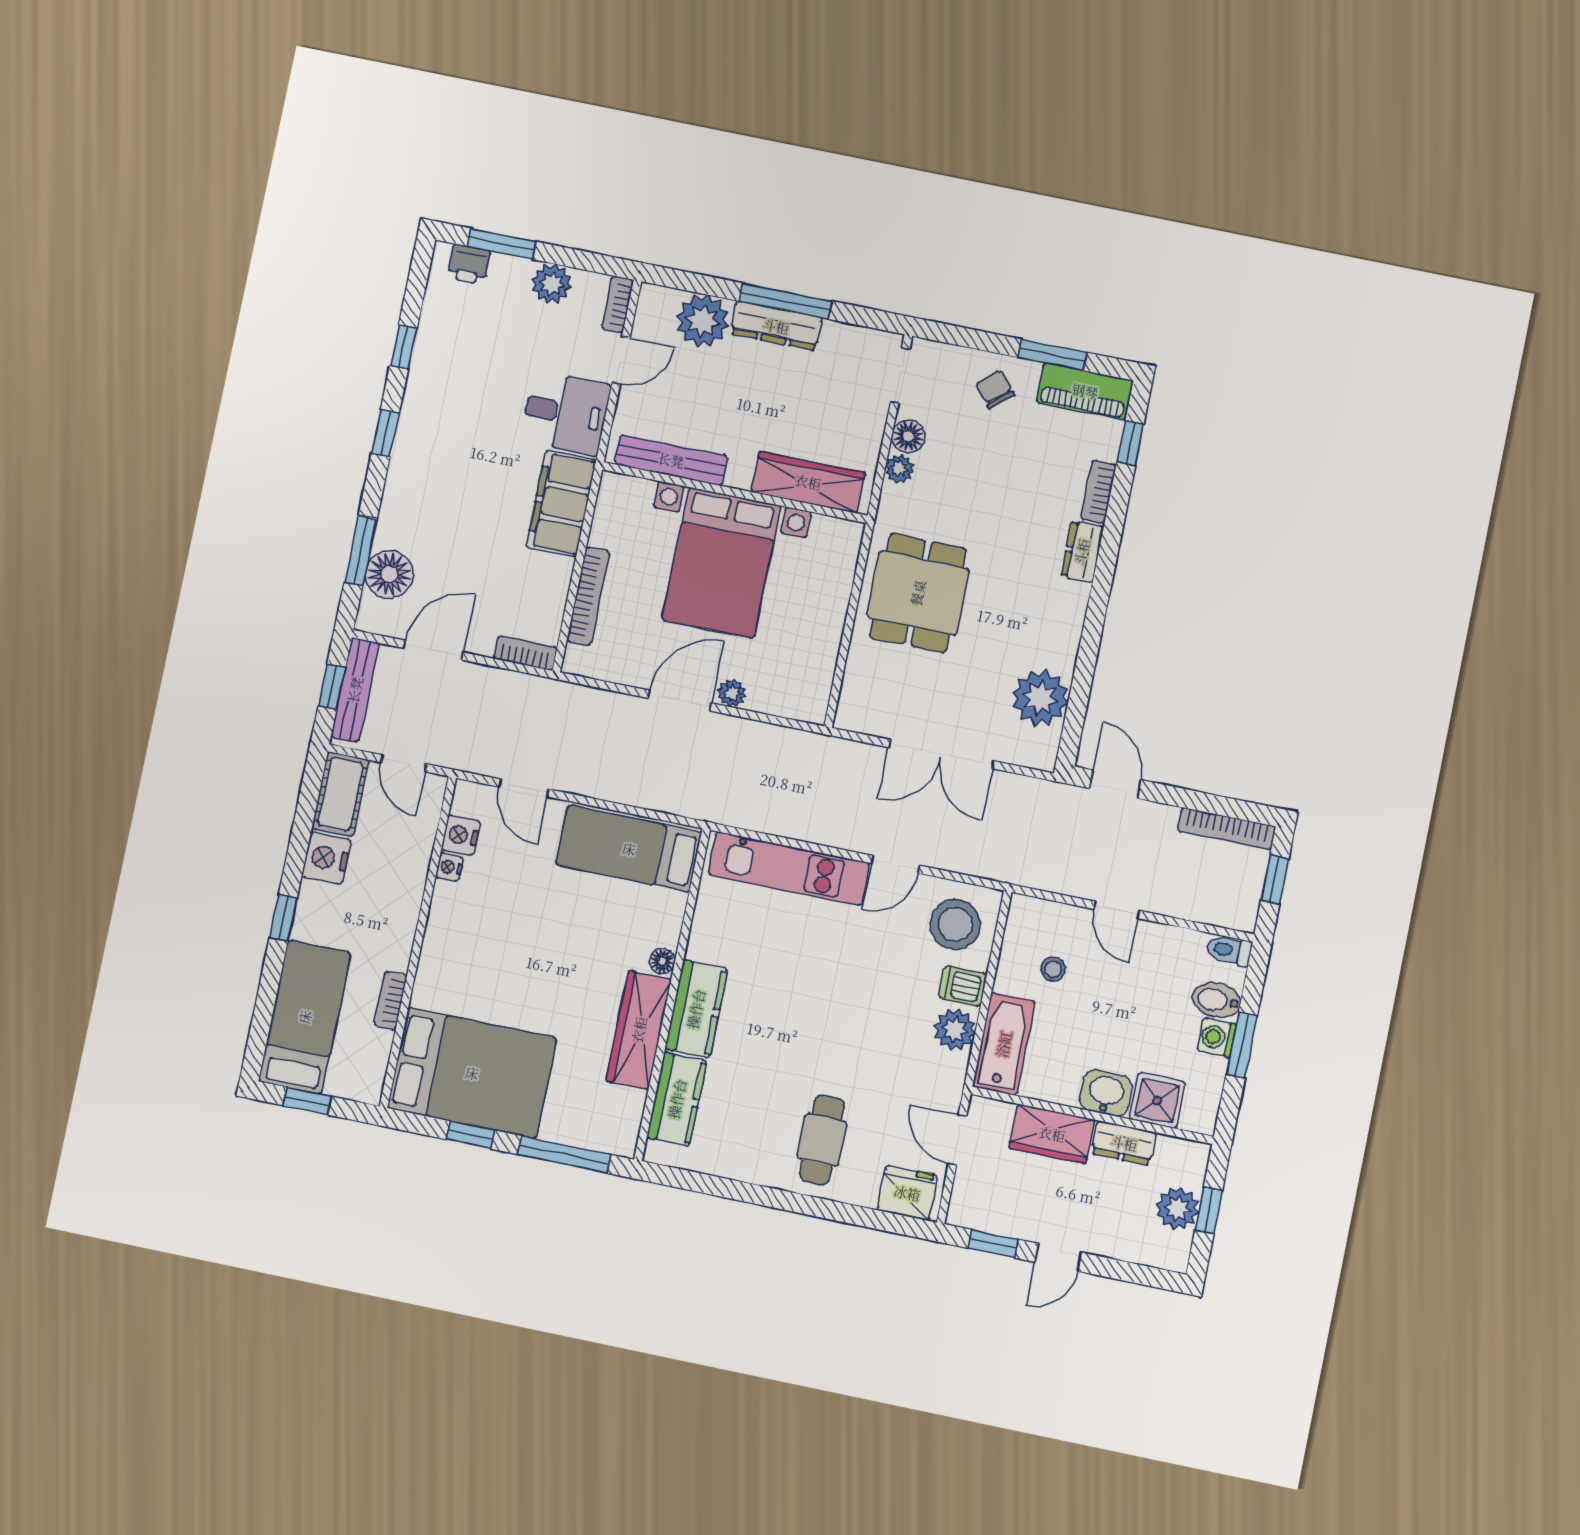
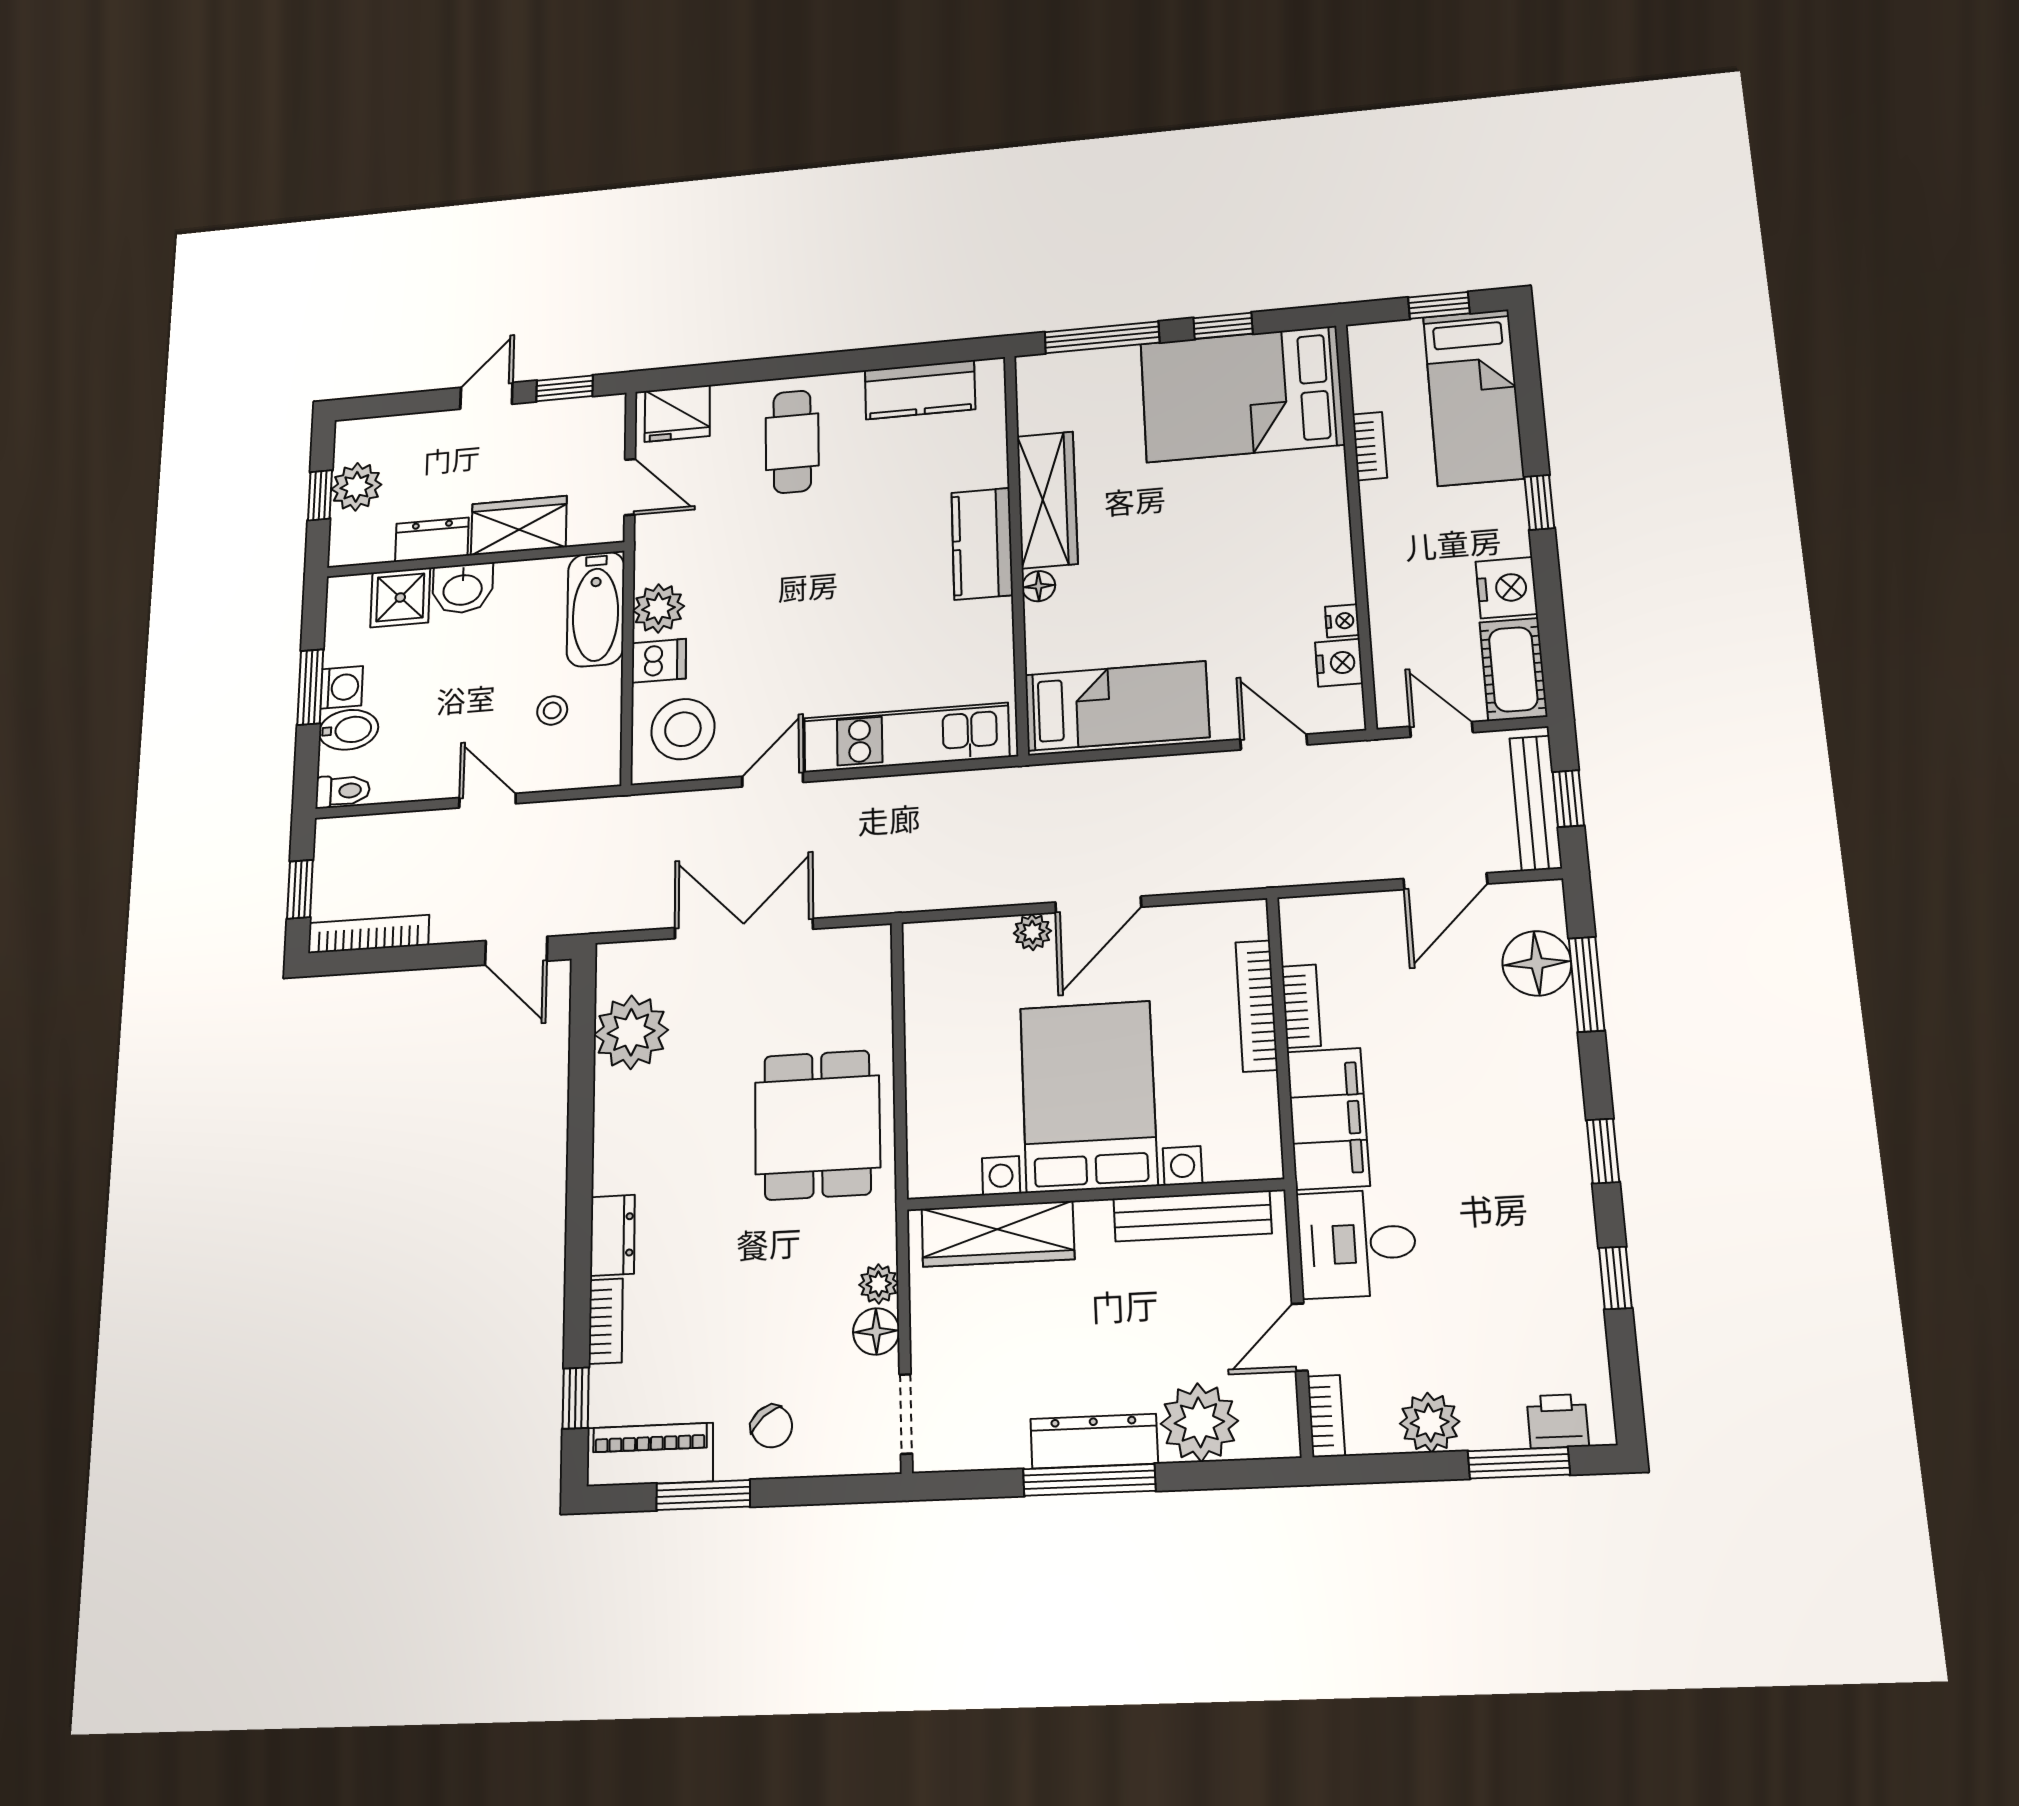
bookcase: (525, 653) -> (1301, 1006), moved, turned -90
kitchen counter: (677, 1099) -> (920, 390), moved, turned -90

